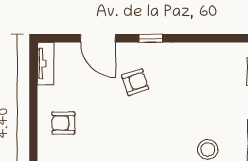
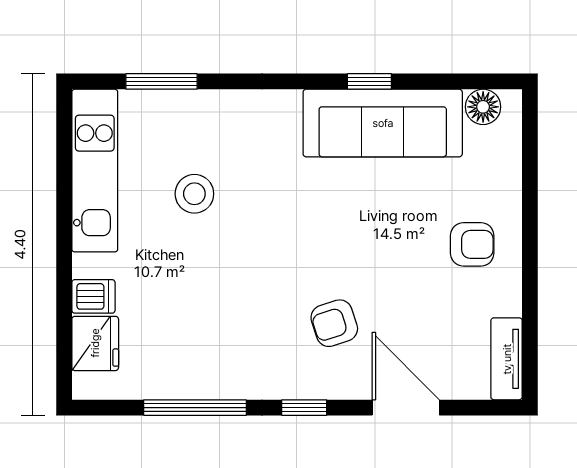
window: (208, 38) -> (195, 408), added

